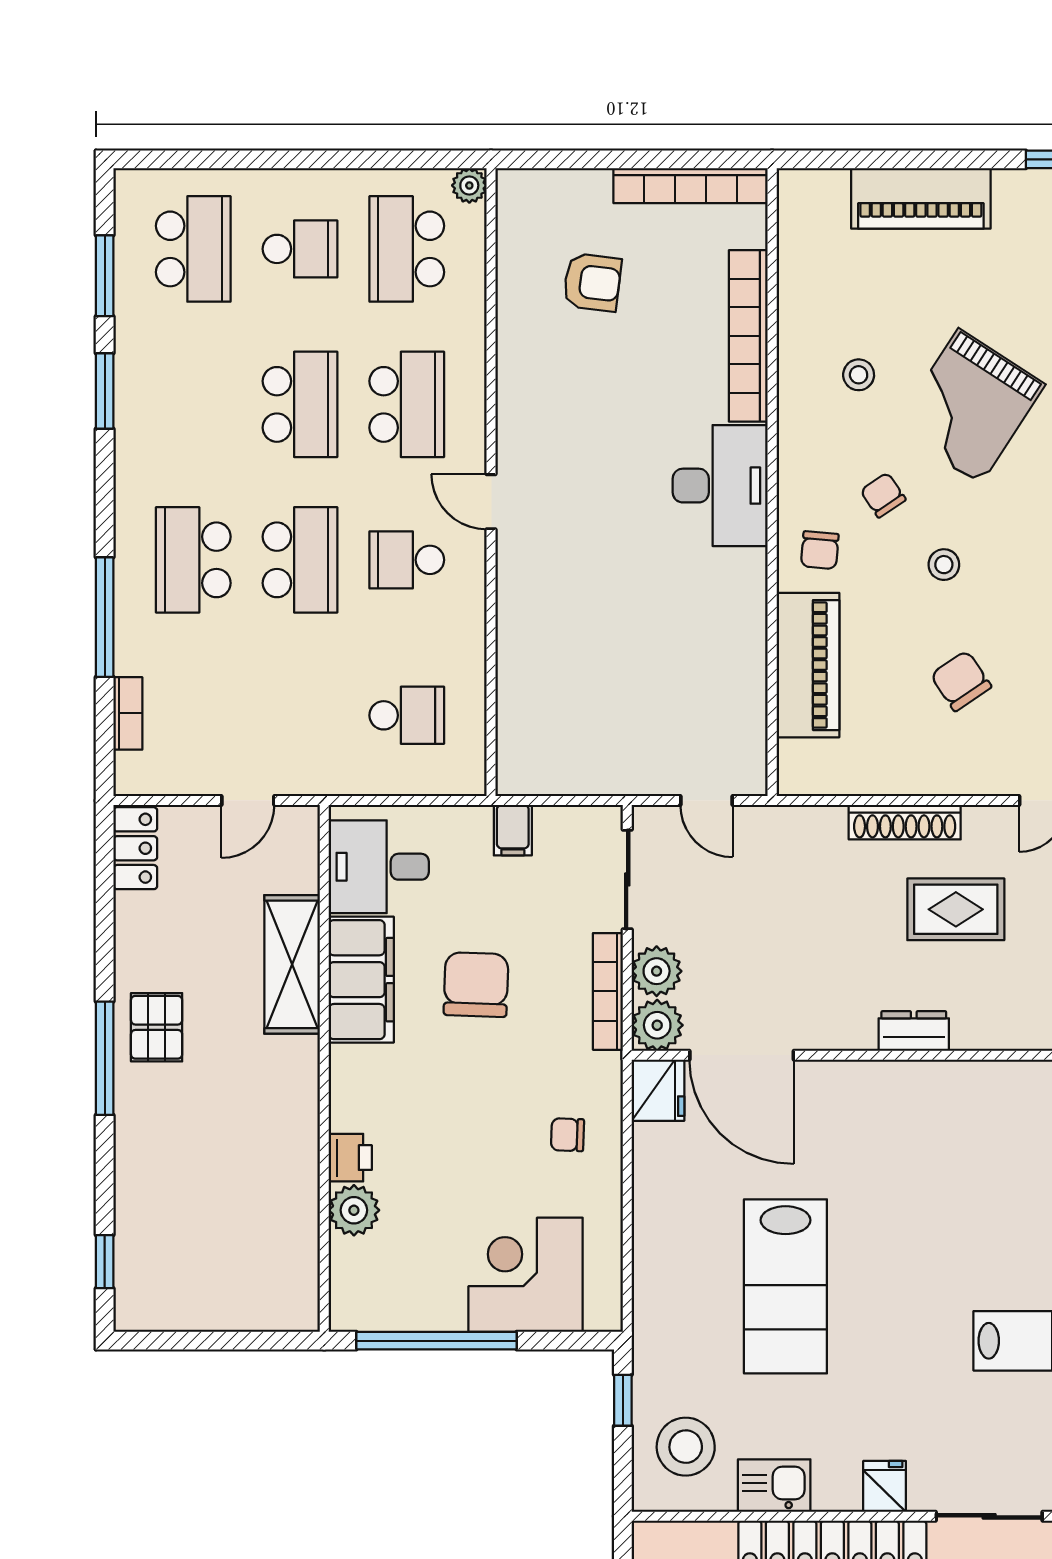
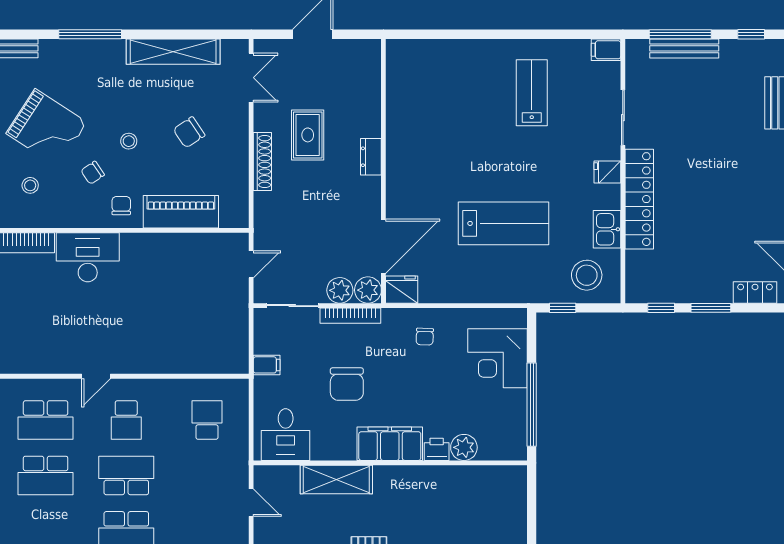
school desk: (300, 404) -> (46, 475), turned 180
school desk: (407, 404) -> (46, 420), turned 180
chair: (820, 550) -> (121, 206), turned -95
filing cabinet: (361, 980) -> (390, 444), moved
chair: (476, 985) -> (347, 384), turned -92

